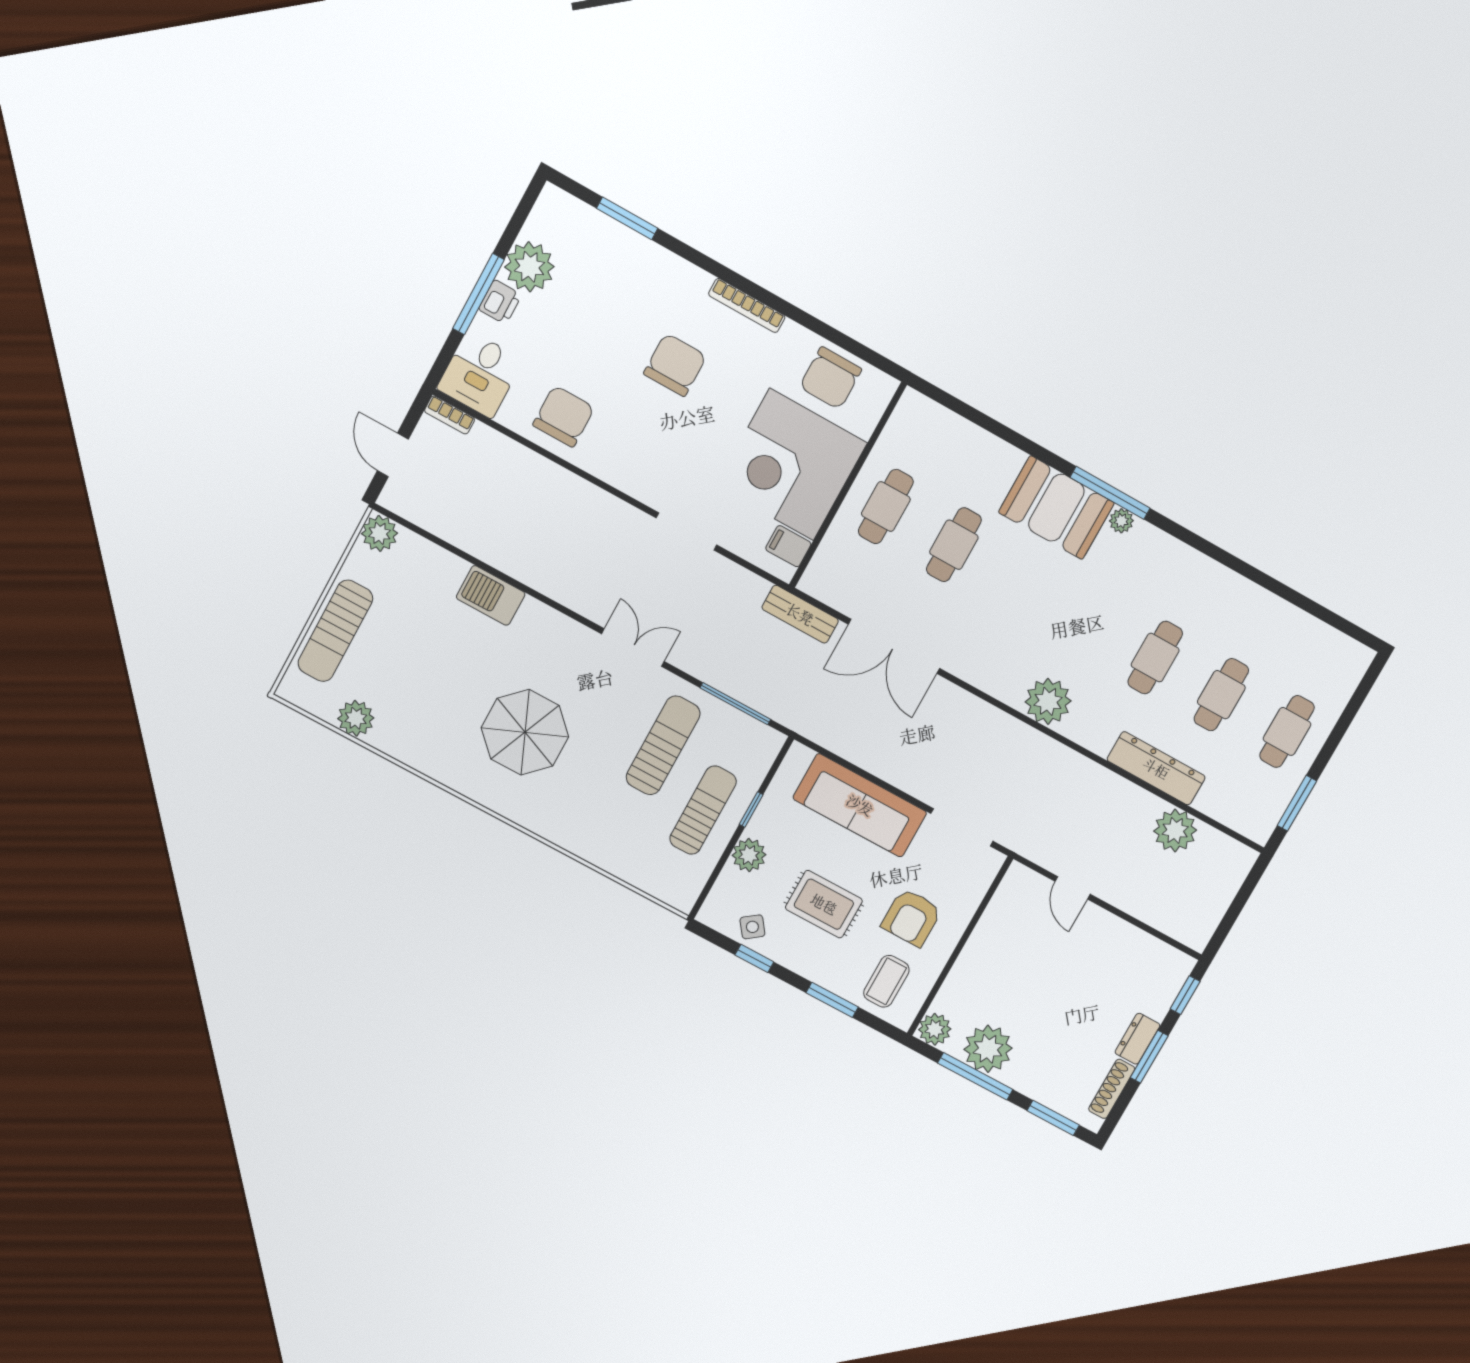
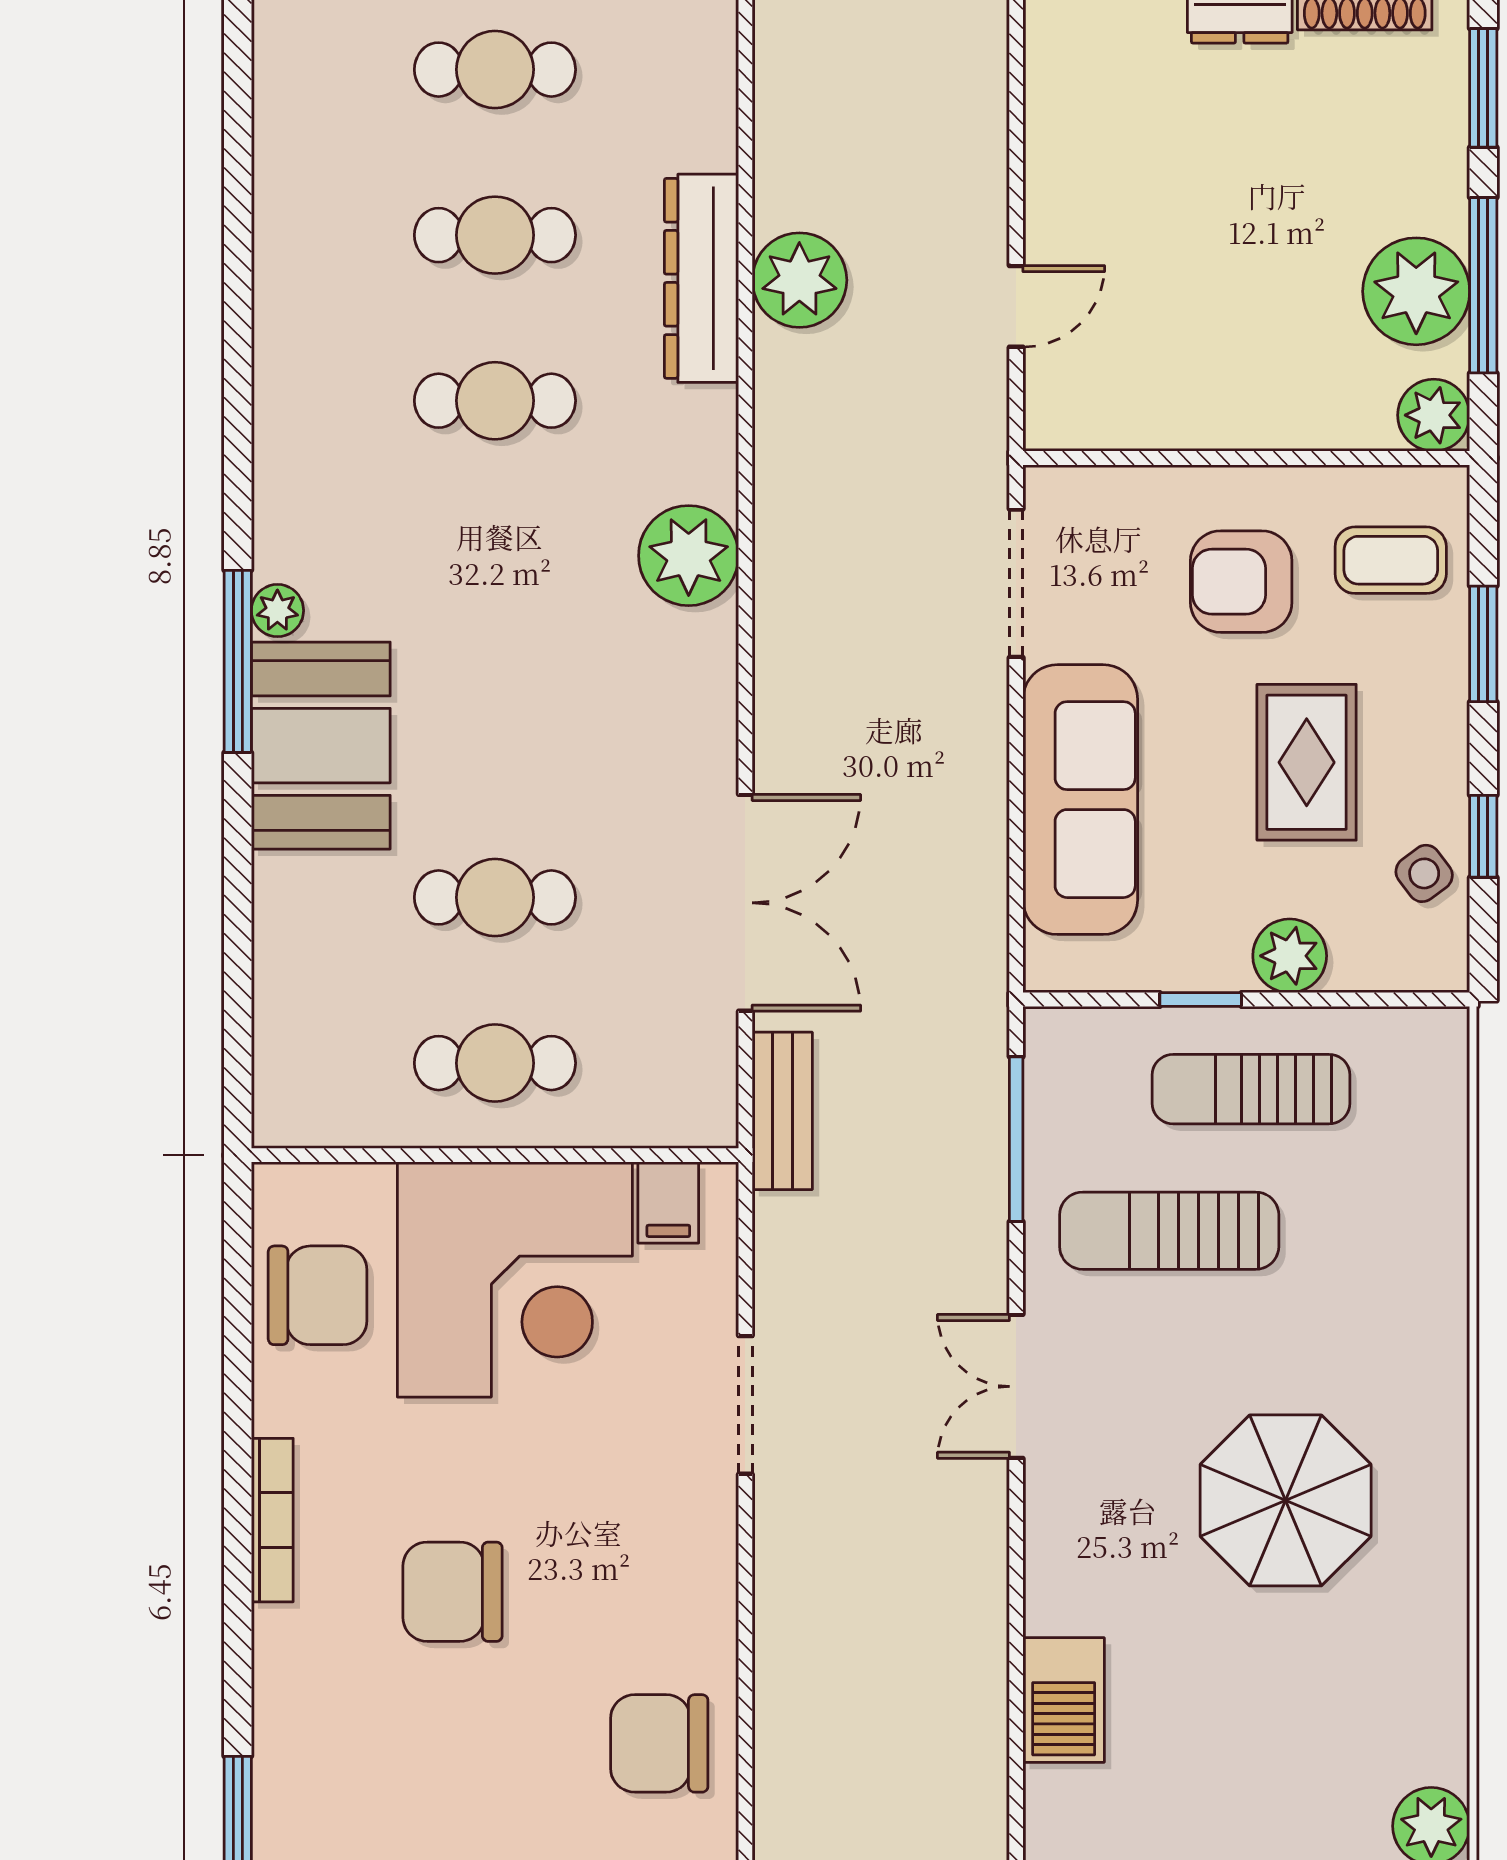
plant: (1175, 831) -> (799, 280), moved
armchair: (912, 917) -> (1241, 582), turned 180

